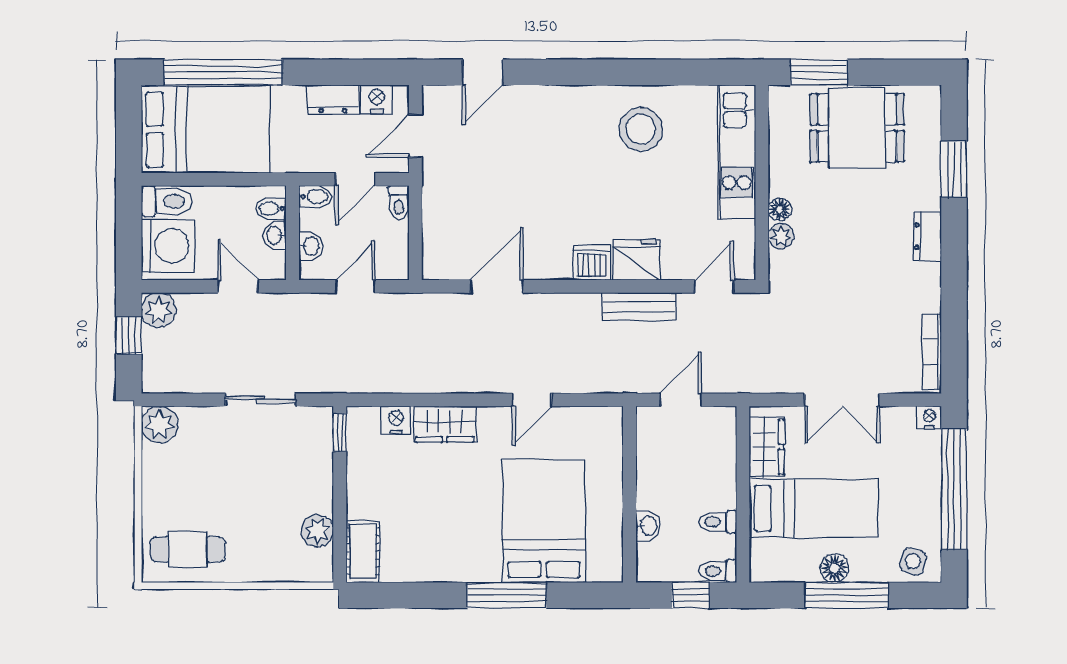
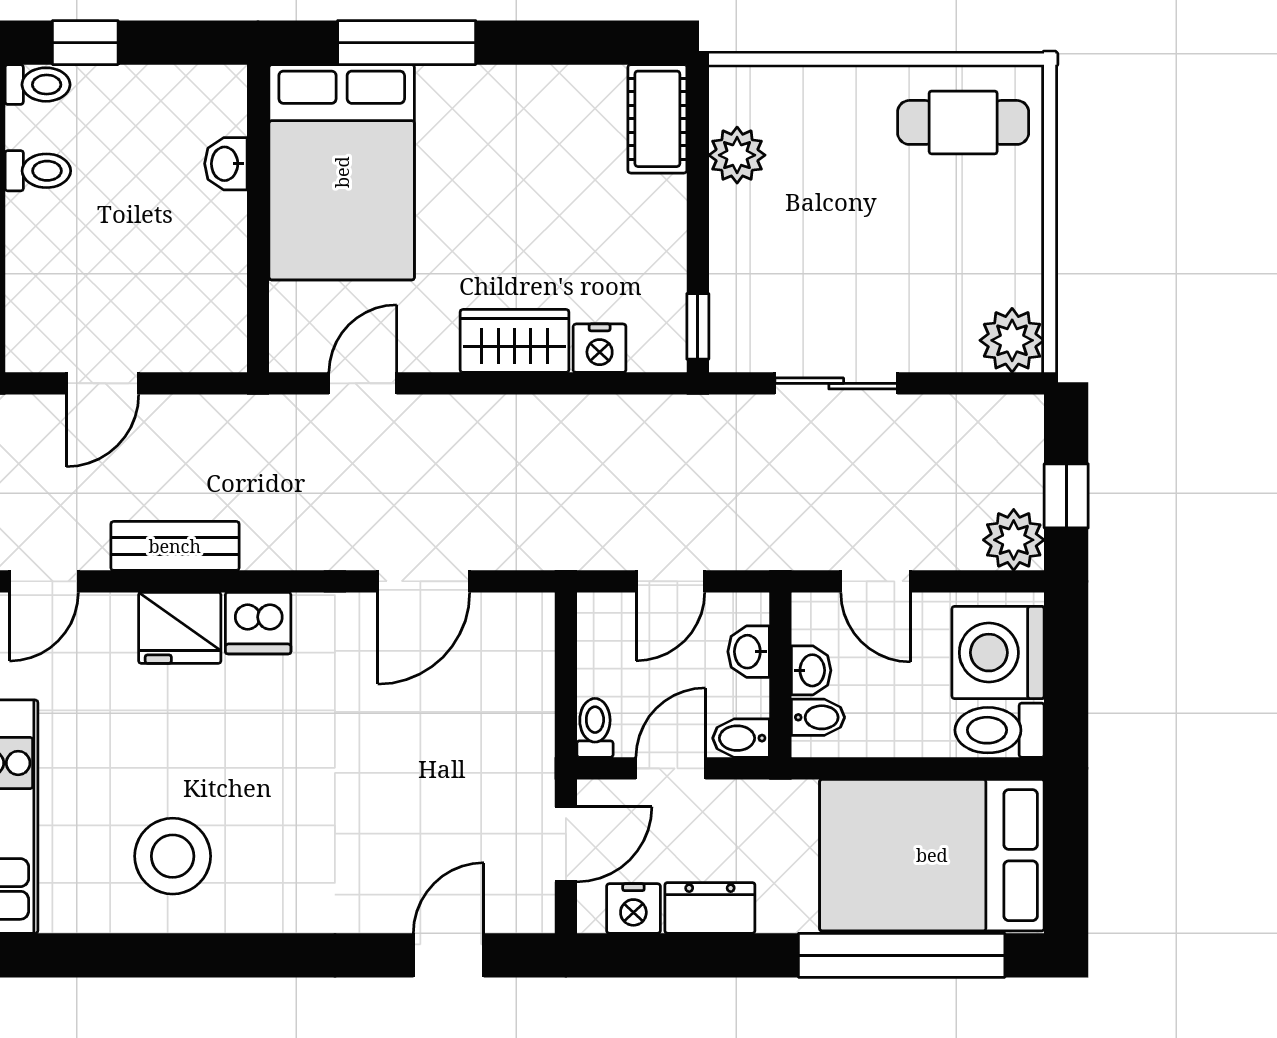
wall: (630, 494) -> (258, 219), moved
washbasin: (648, 526) -> (226, 164), moved

